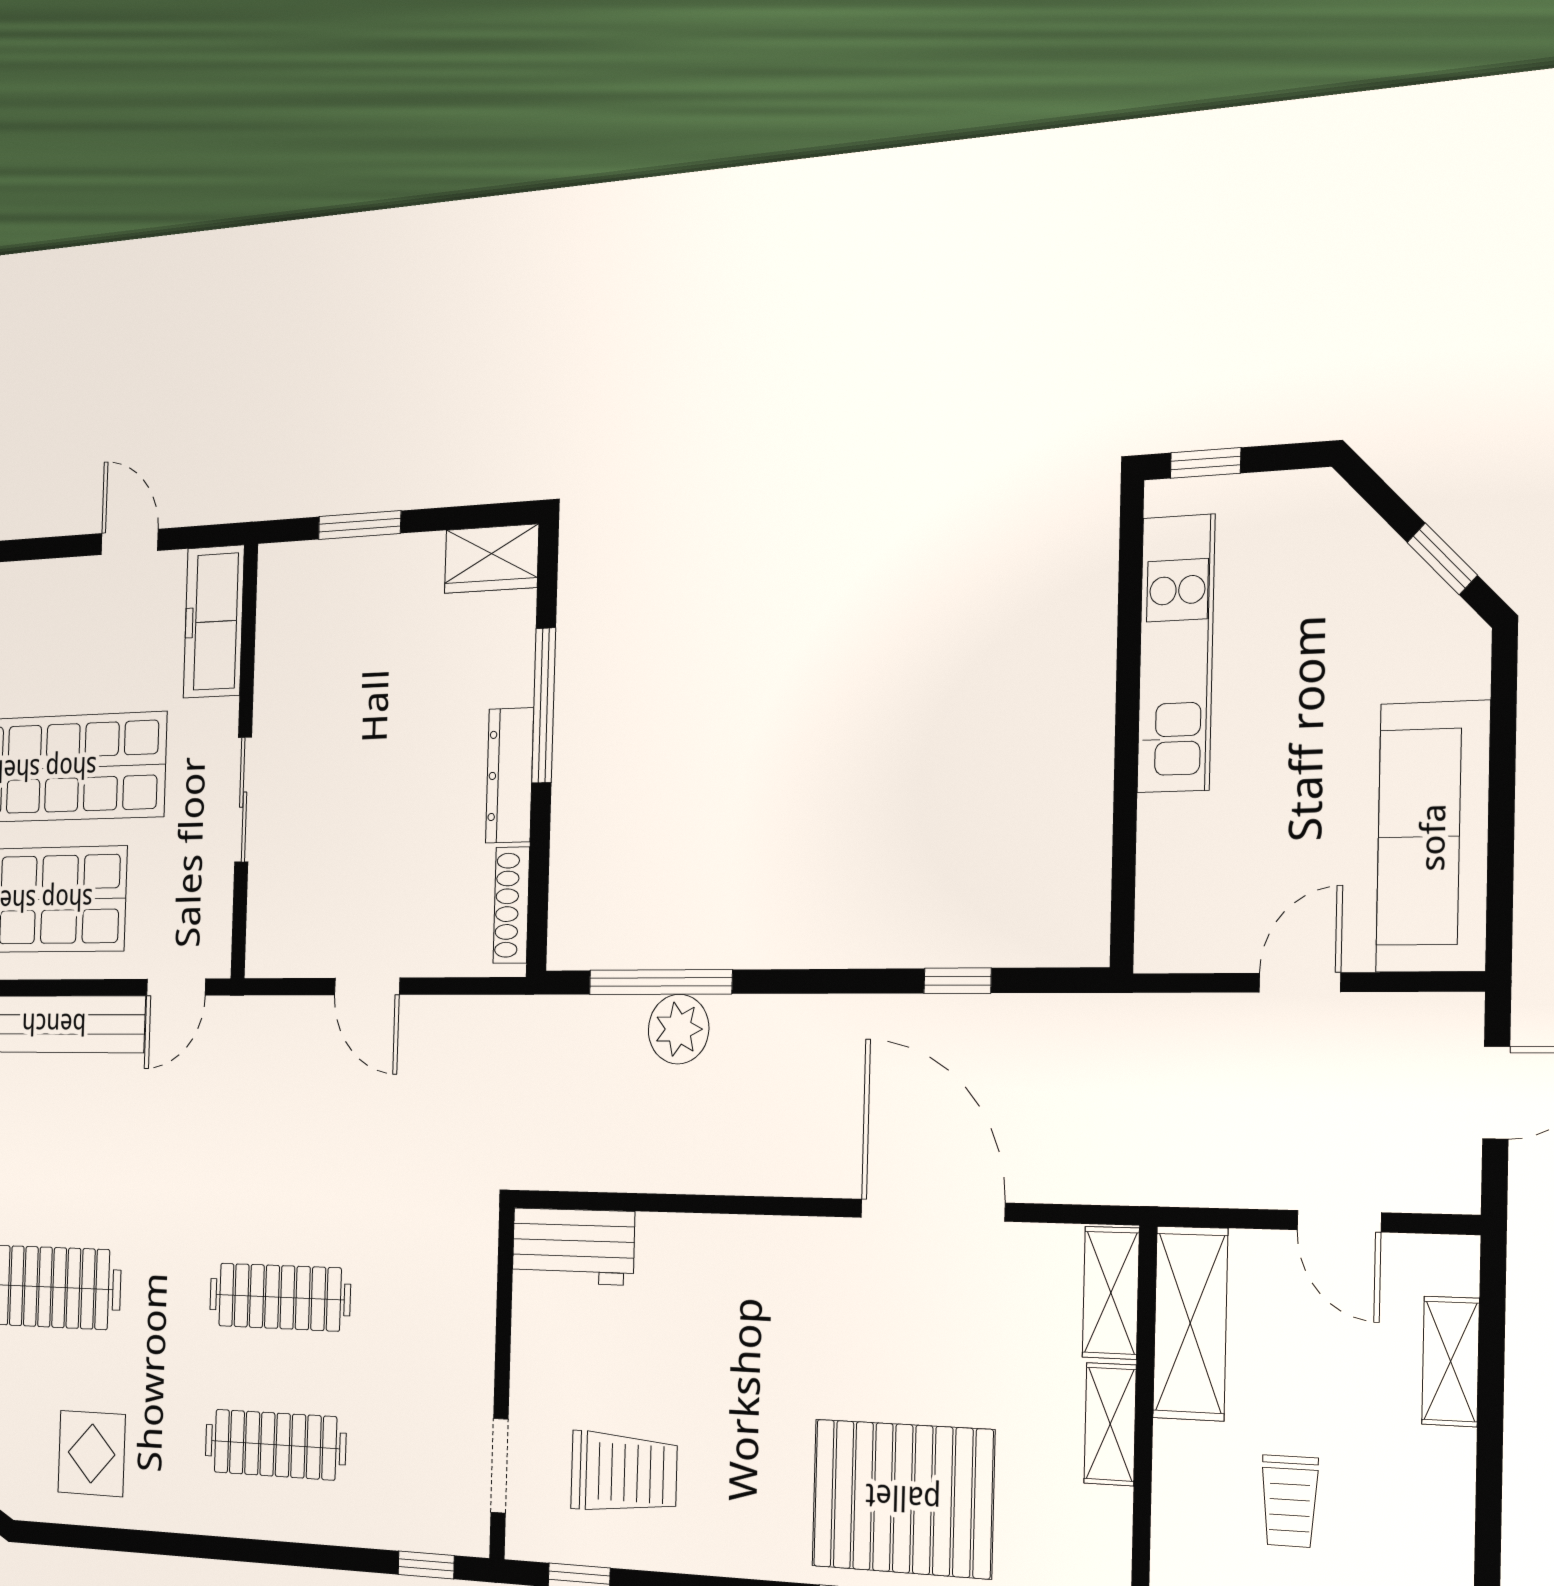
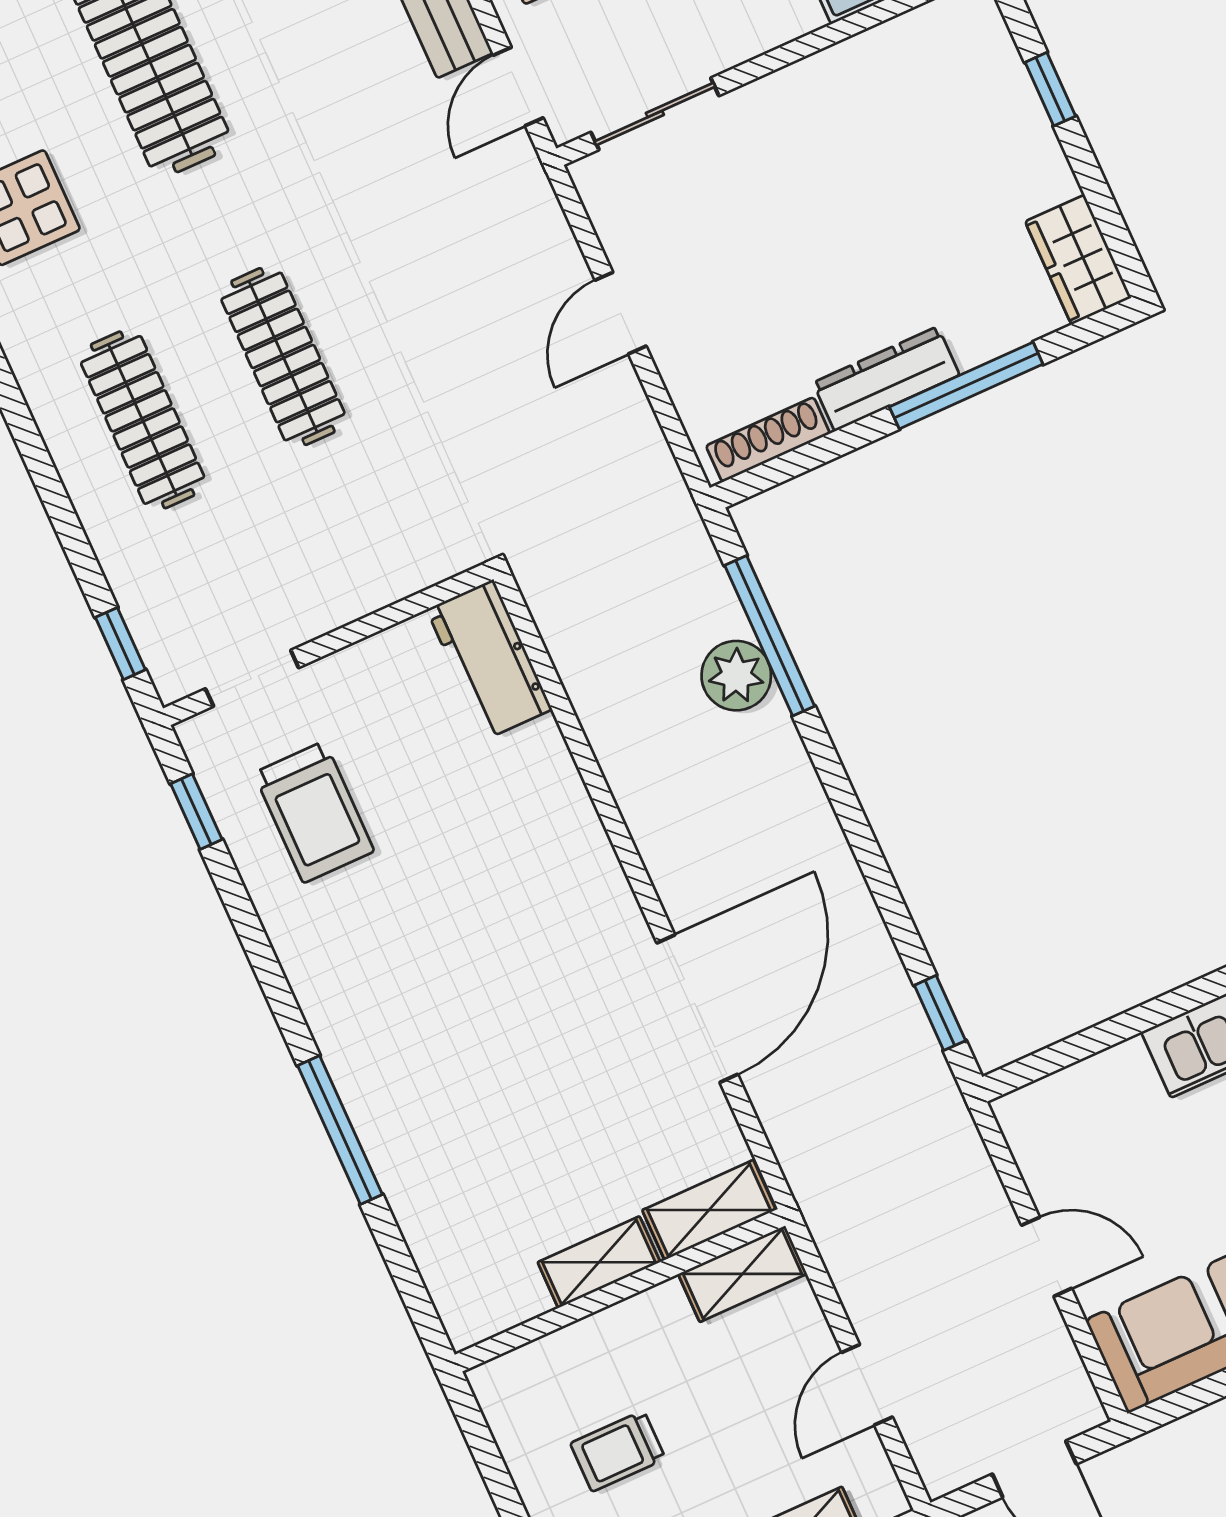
window: (360, 525) -> (1050, 89), width x0.67
sliding door: (243, 800) -> (655, 114), moved
window: (958, 981) -> (940, 1013), moved
door: (176, 987) -> (518, 87), hinge flipped
shelving: (1190, 1323) -> (743, 1274), width x0.67, depth x0.75
pallet: (903, 1498) -> (436, 1100), removed

